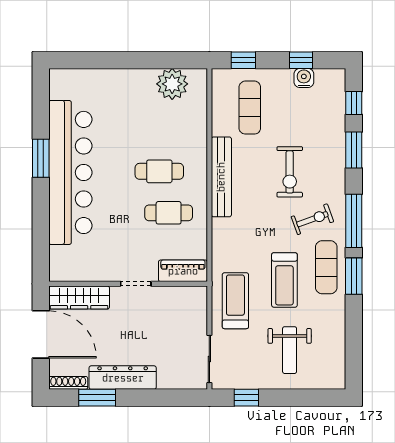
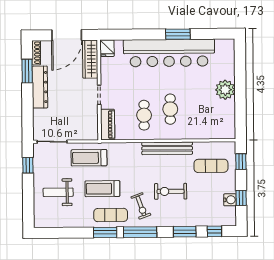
plant: (172, 84) -> (225, 90), moved
fridge: (62, 271) -> (107, 48), added
treadmill: (235, 301) -> (89, 158), turned 180

